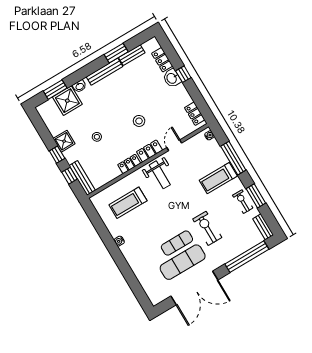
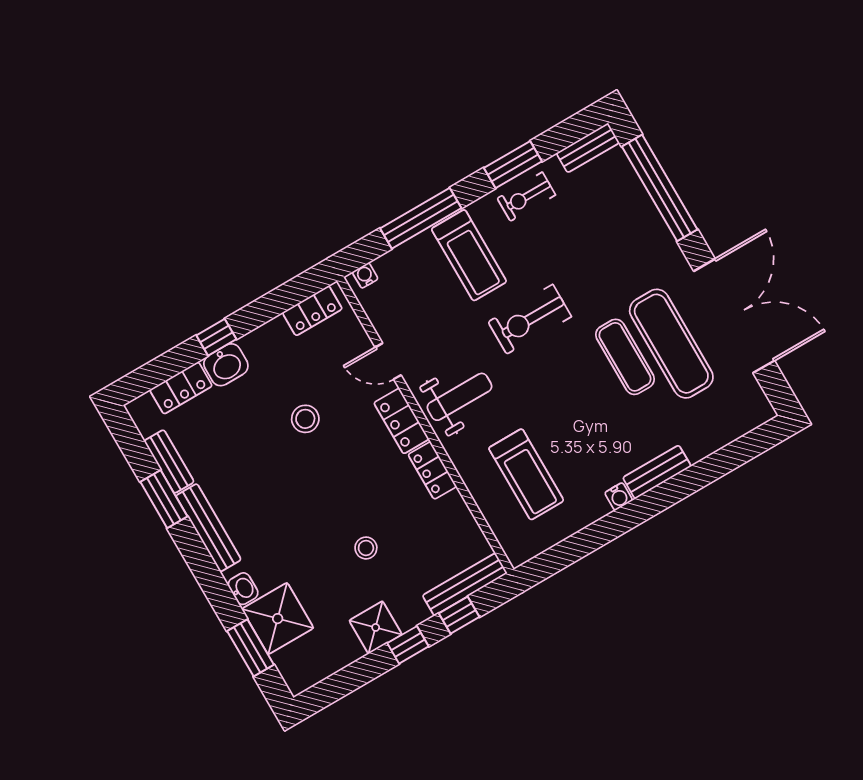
stool: (139, 121) -> (305, 419), moved
exercise bike: (207, 228) -> (530, 319), moved
bench: (130, 257) -> (657, 472), added

